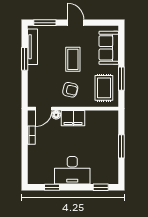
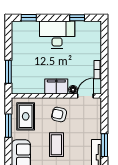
window: (121, 146) -> (8, 72), moved

